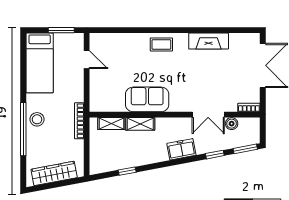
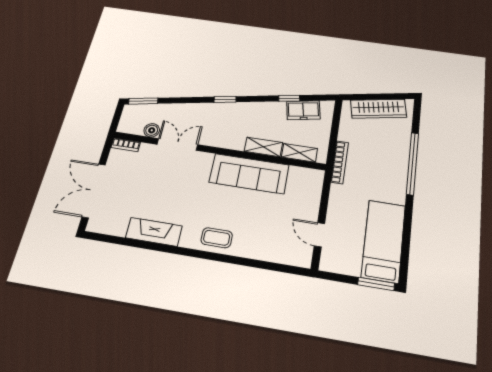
window: (61, 30) -> (376, 284), moved
sofa: (147, 99) -> (249, 174), width x1.36
stool: (37, 119) -> (394, 172), removed
freezer: (181, 149) -> (303, 110), moved
window: (215, 155) -> (225, 99), moved

